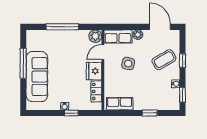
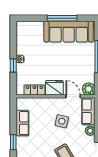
sofa: (37, 77) -> (69, 32), moved
row of seats: (120, 104) -> (22, 123), moved

